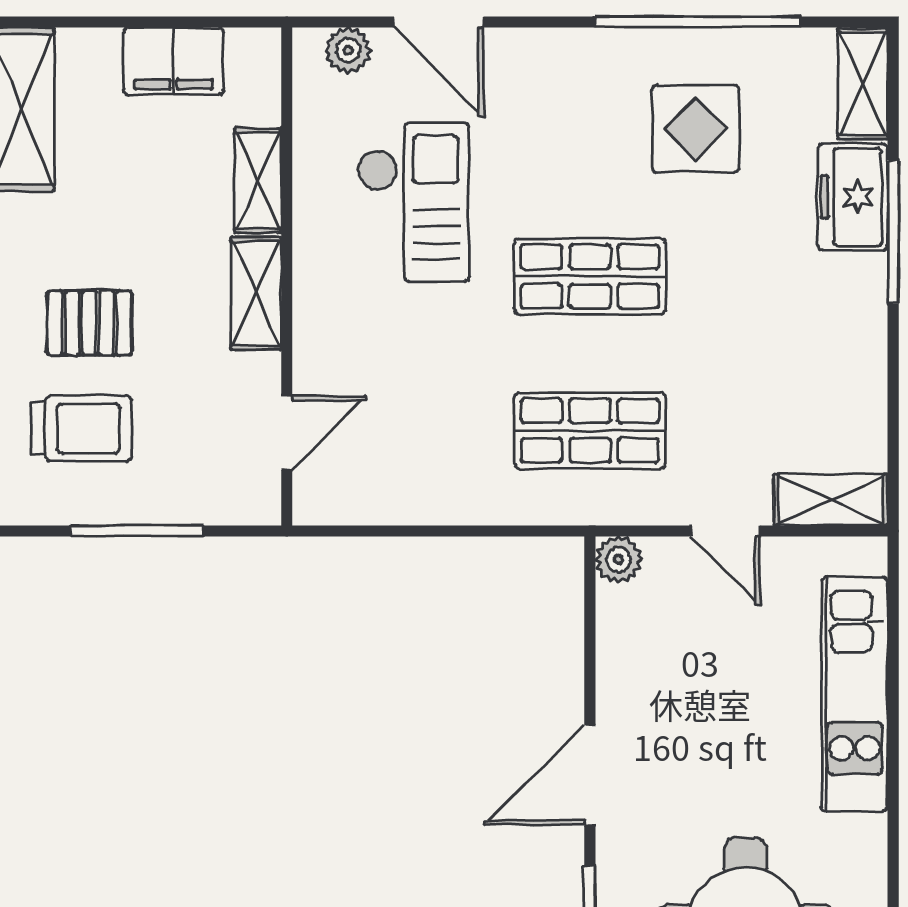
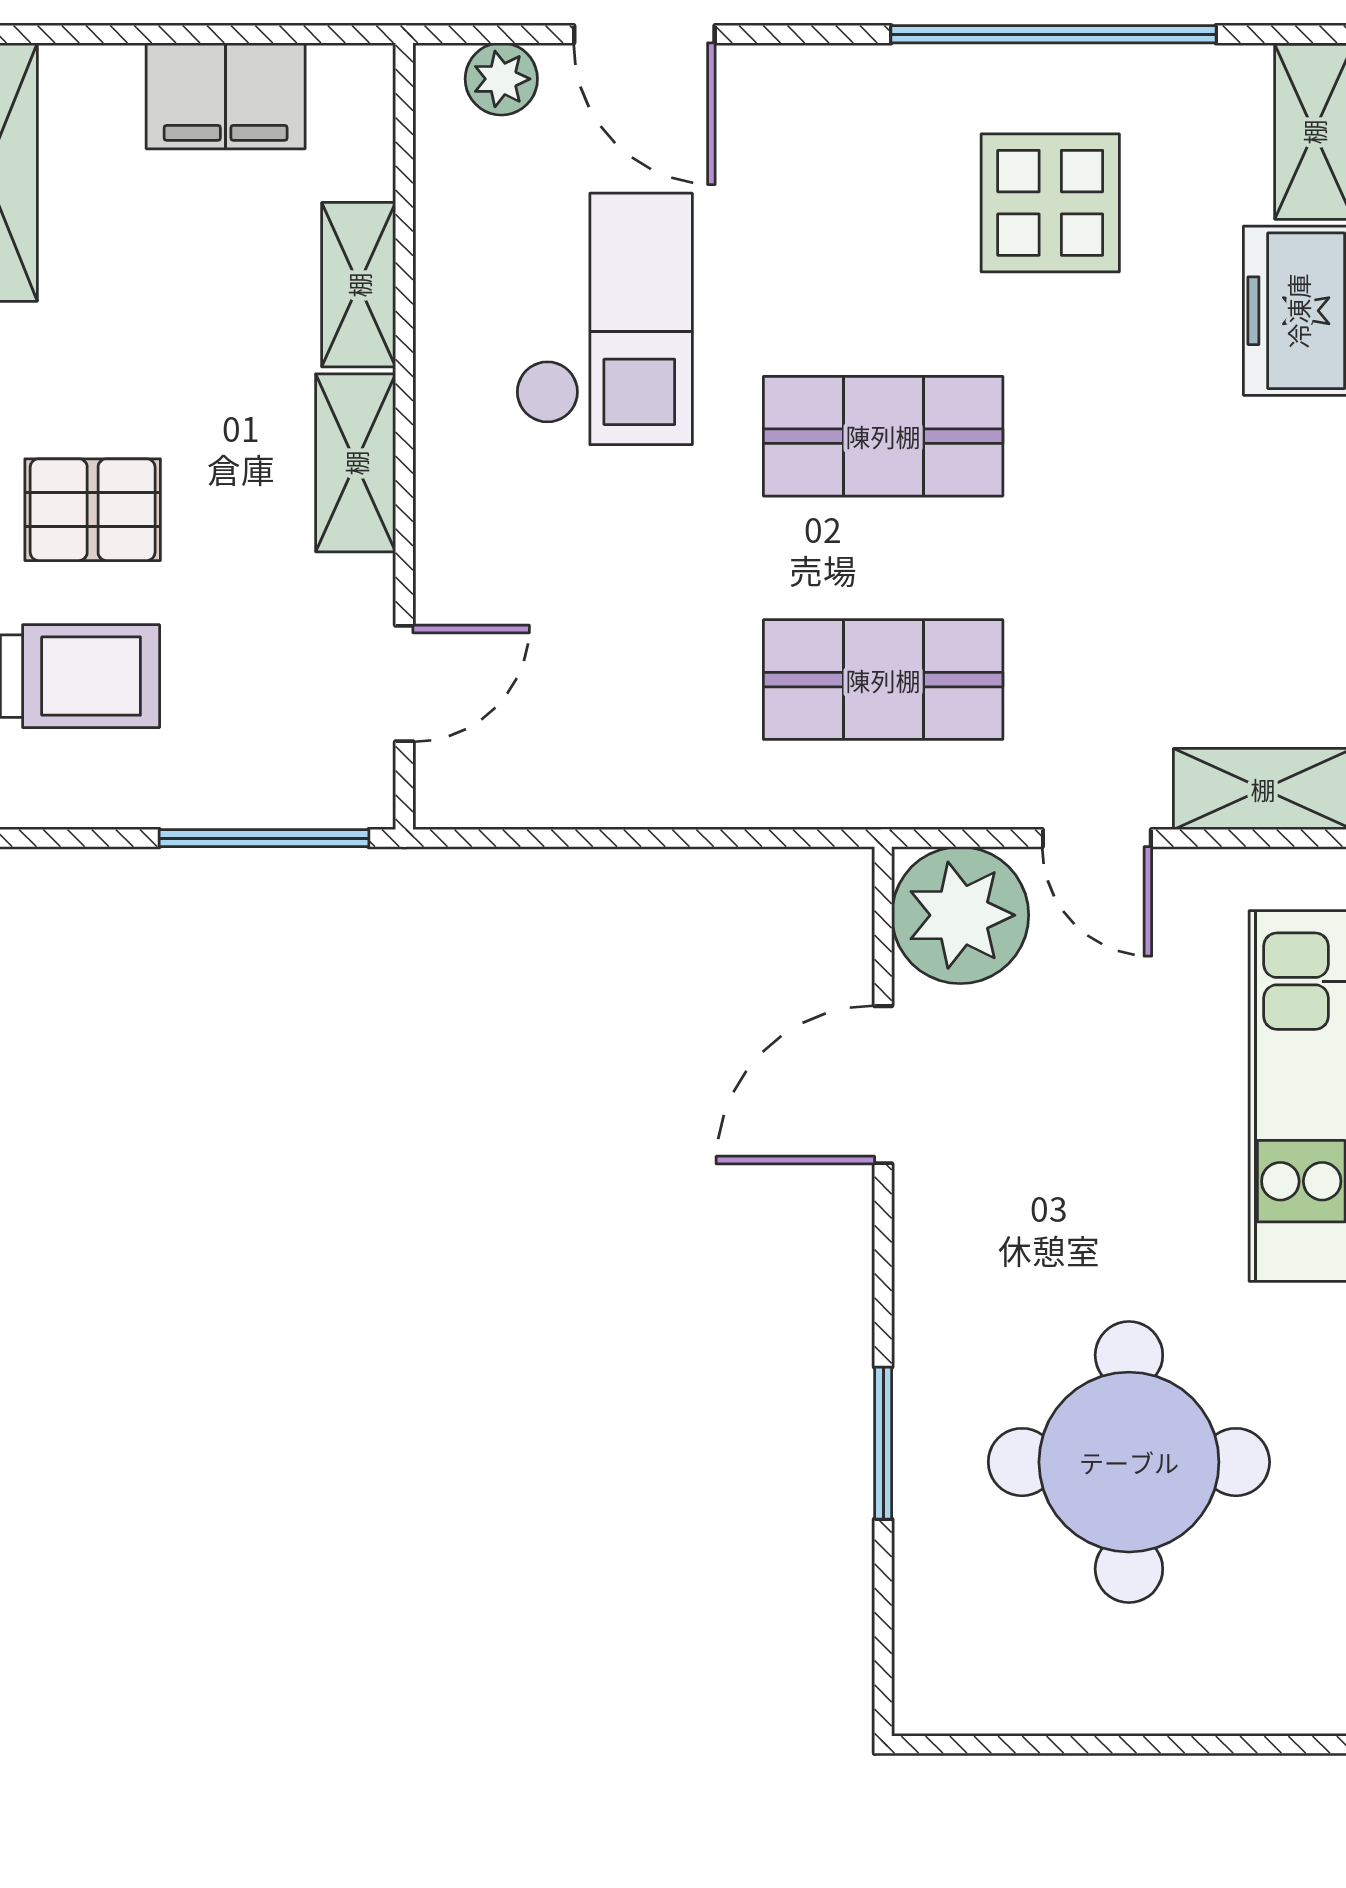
window: (137, 531) -> (264, 838), moved
plant: (618, 559) -> (960, 915), width x1.87, depth x1.87
door: (590, 775) -> (883, 1085), moved

